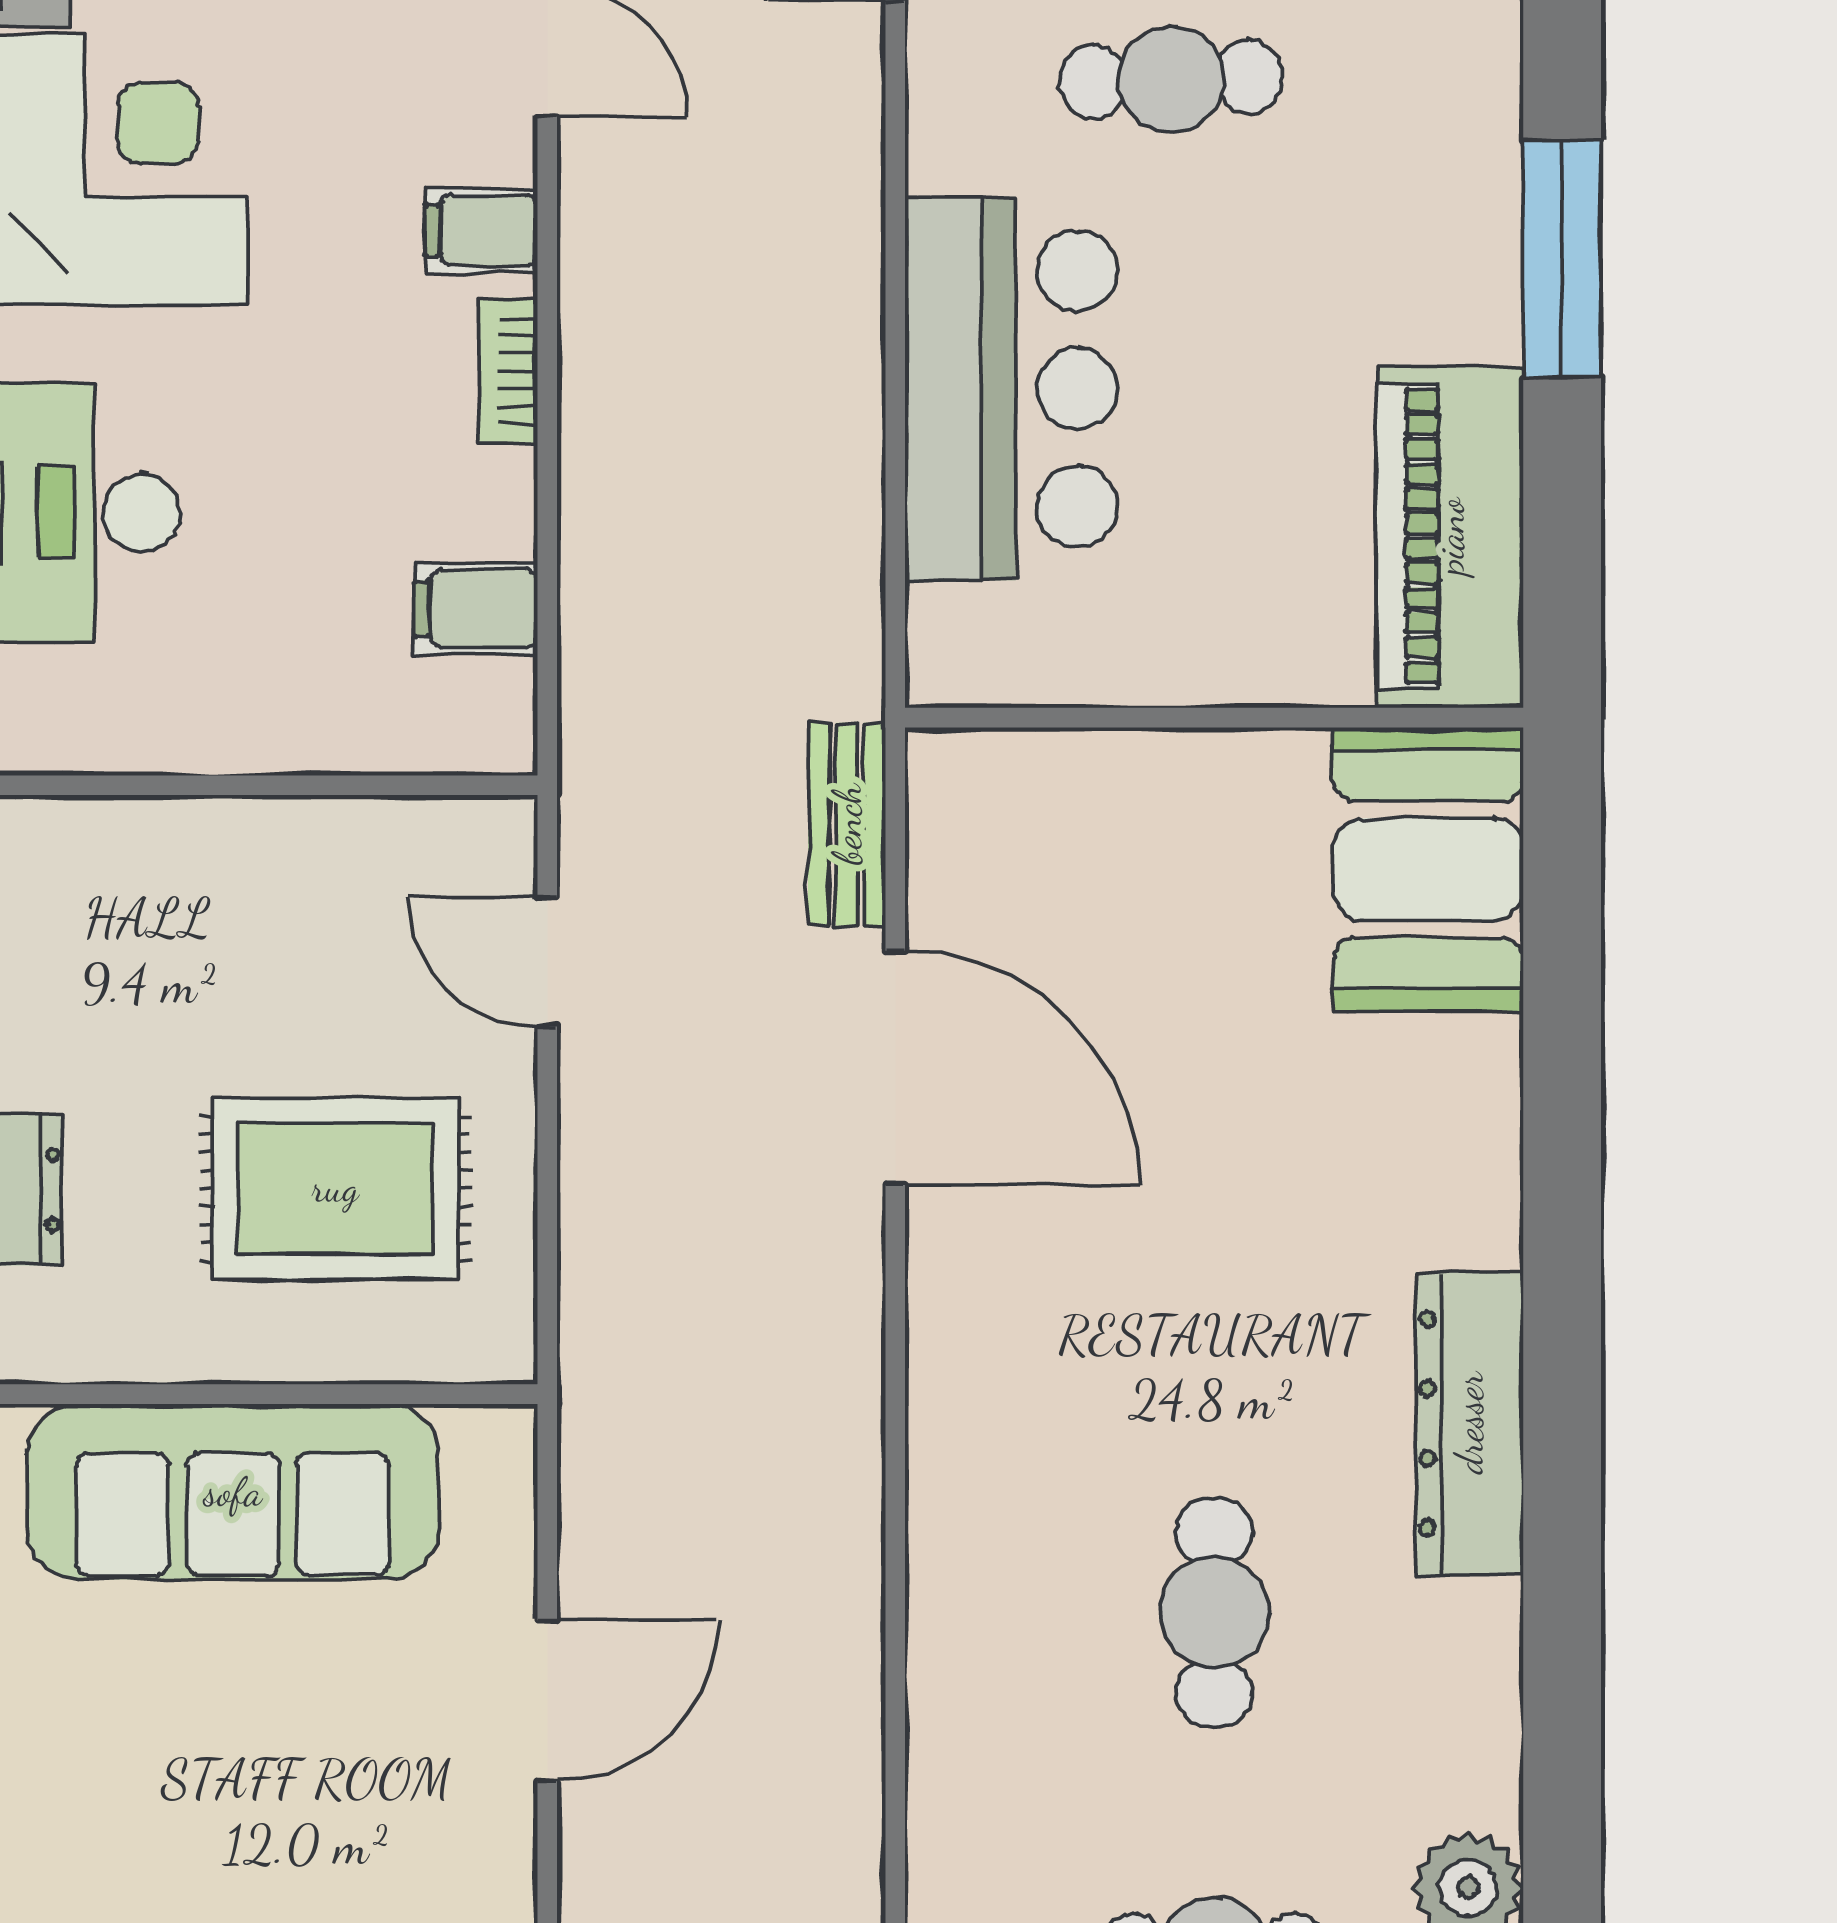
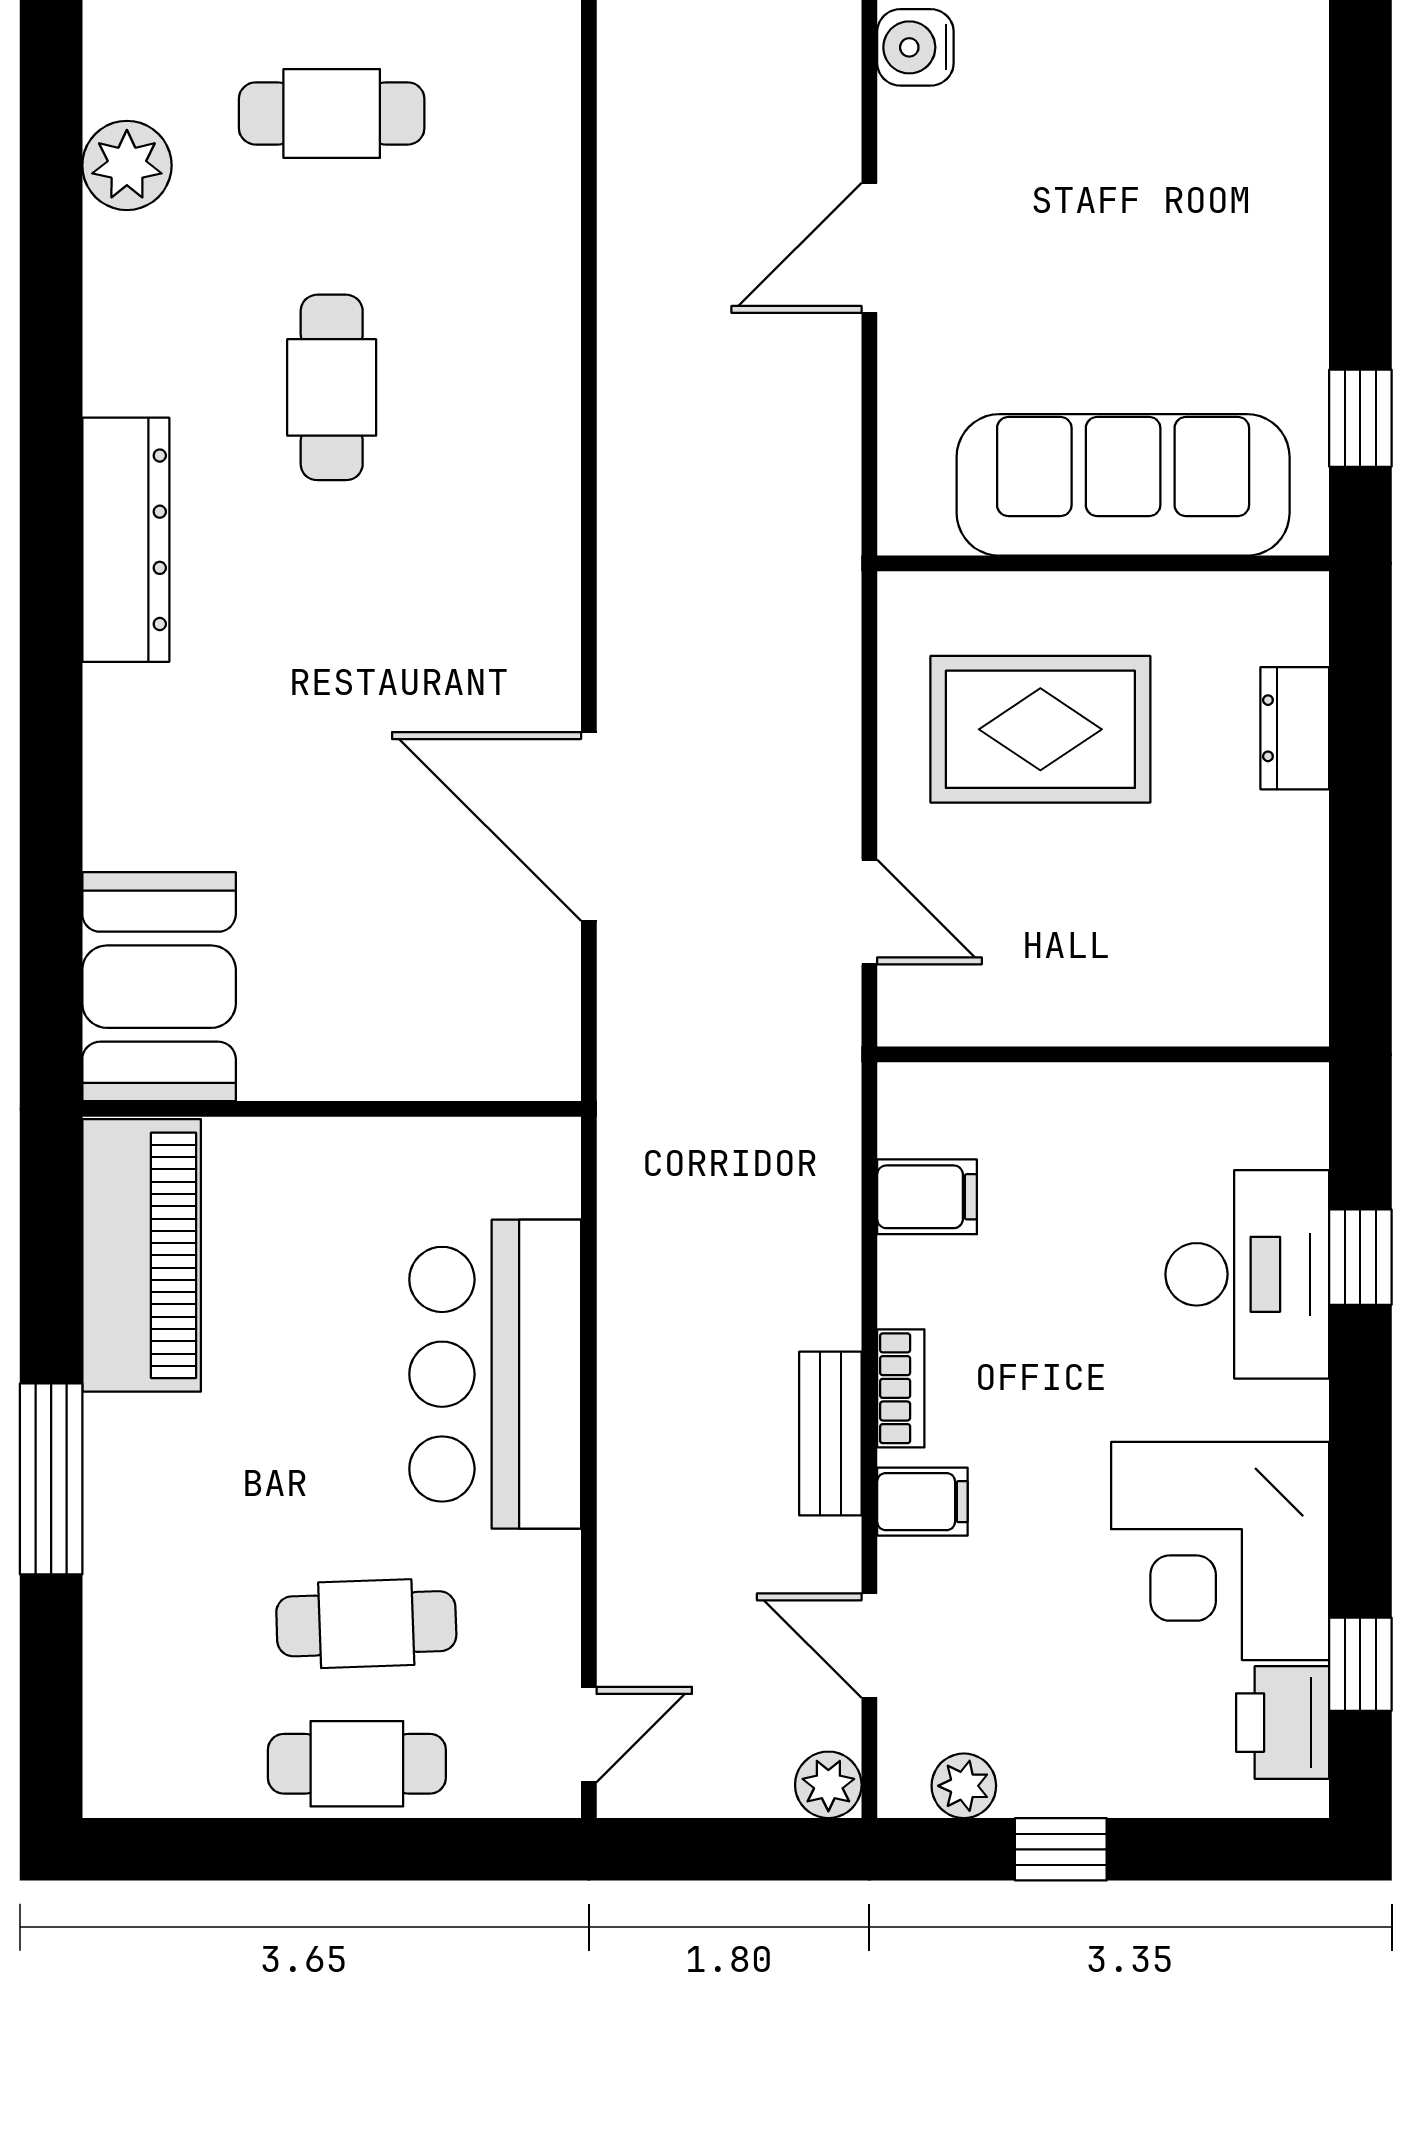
bench: (847, 824) -> (830, 1434), moved
door: (547, 1701) -> (869, 248), moved

